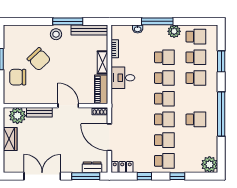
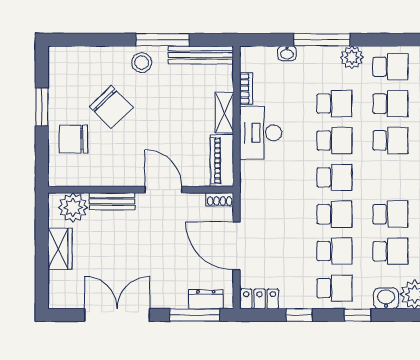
desk: (123, 78) -> (261, 133), width x1.37
school desk: (196, 140) -> (390, 251), added
washbasin: (193, 167) -> (386, 298), added

